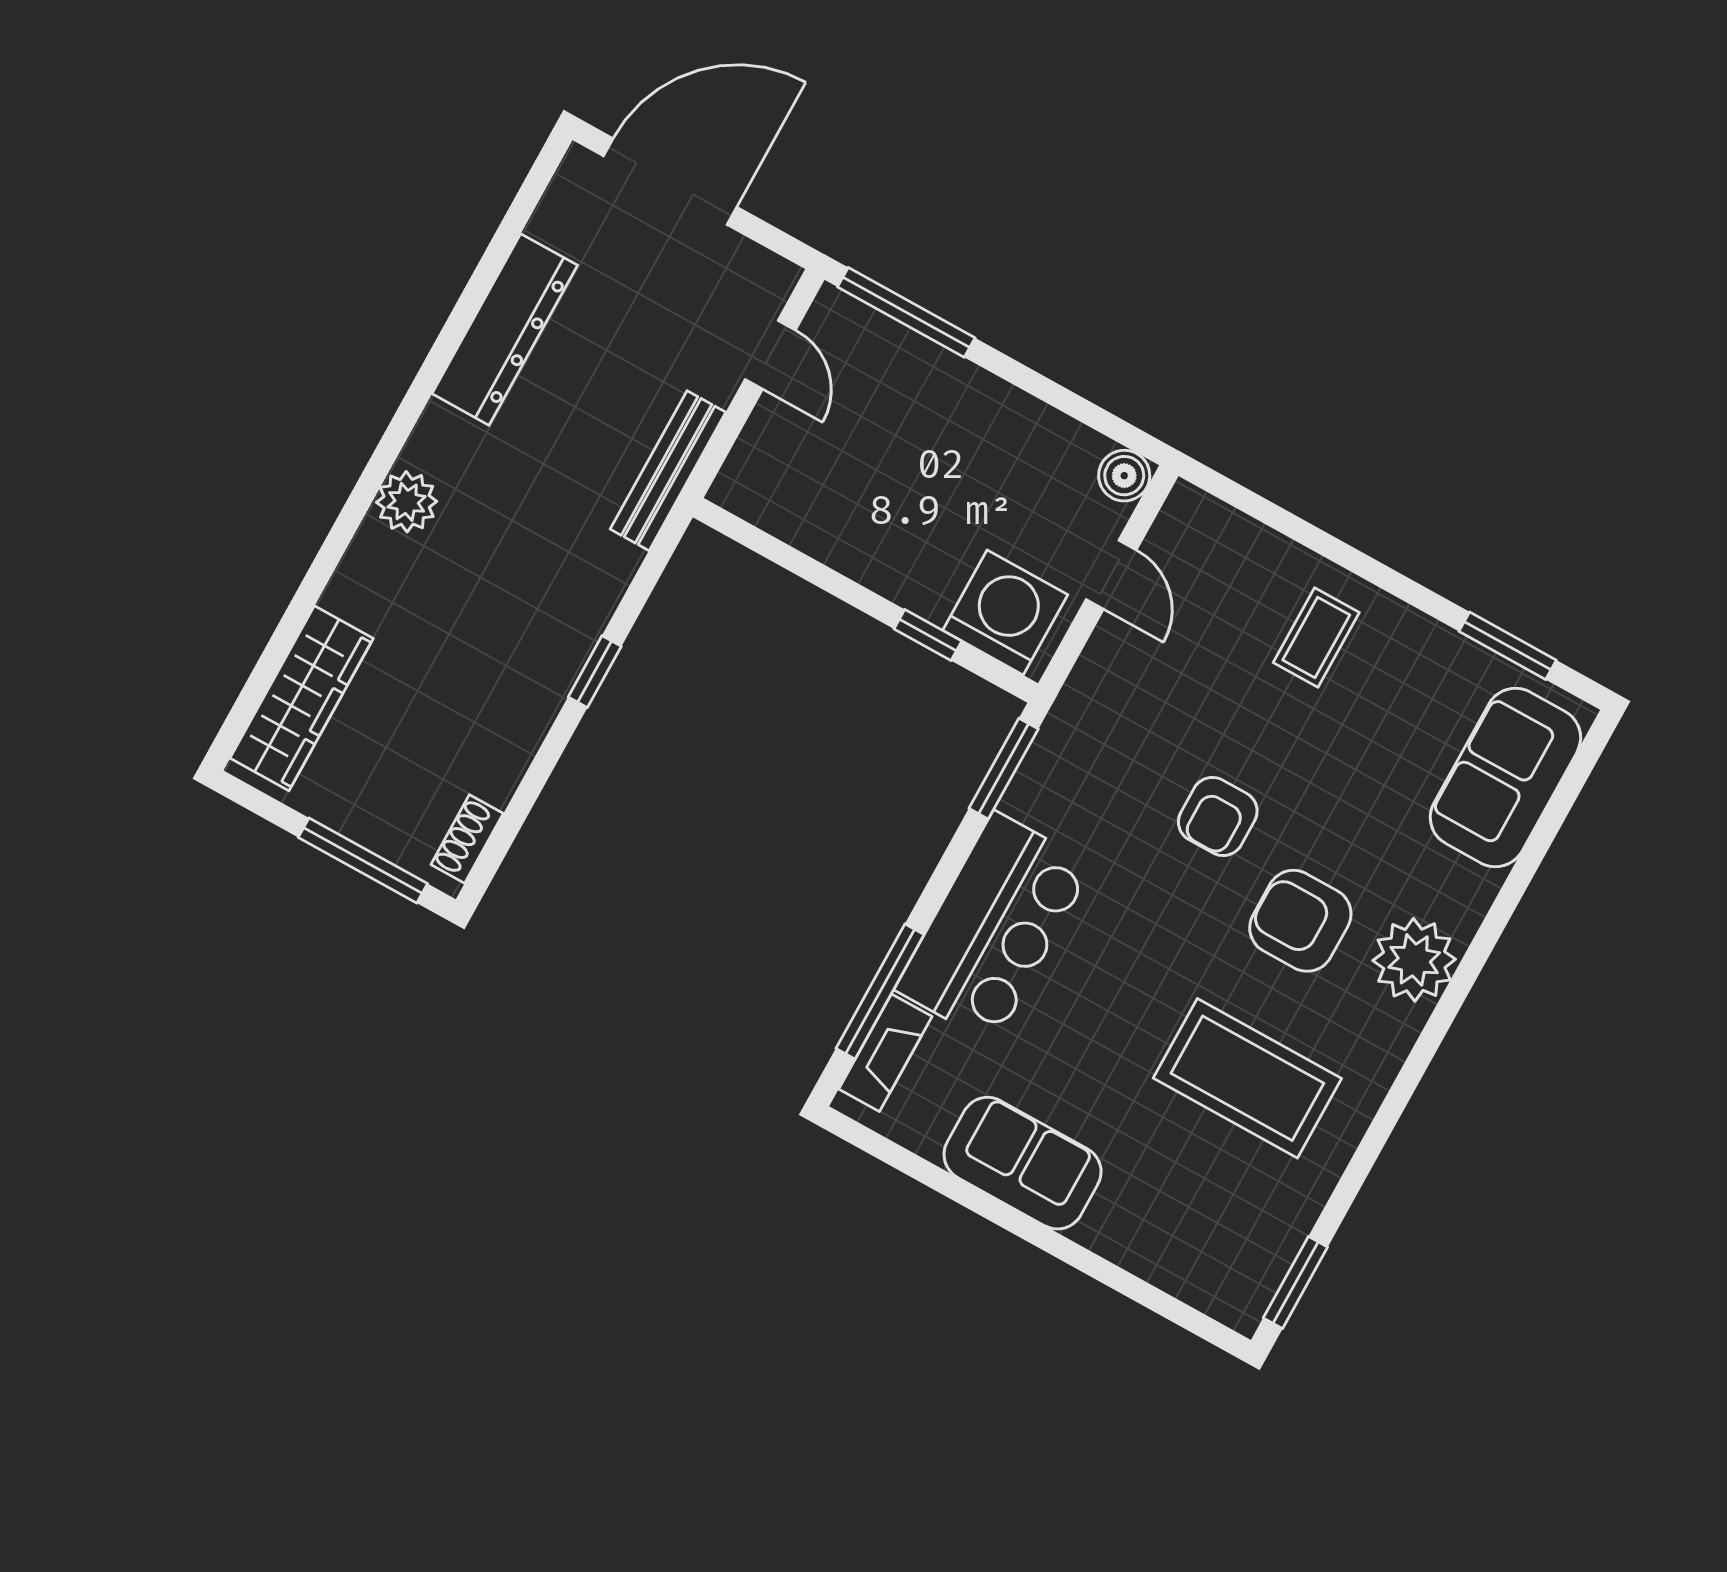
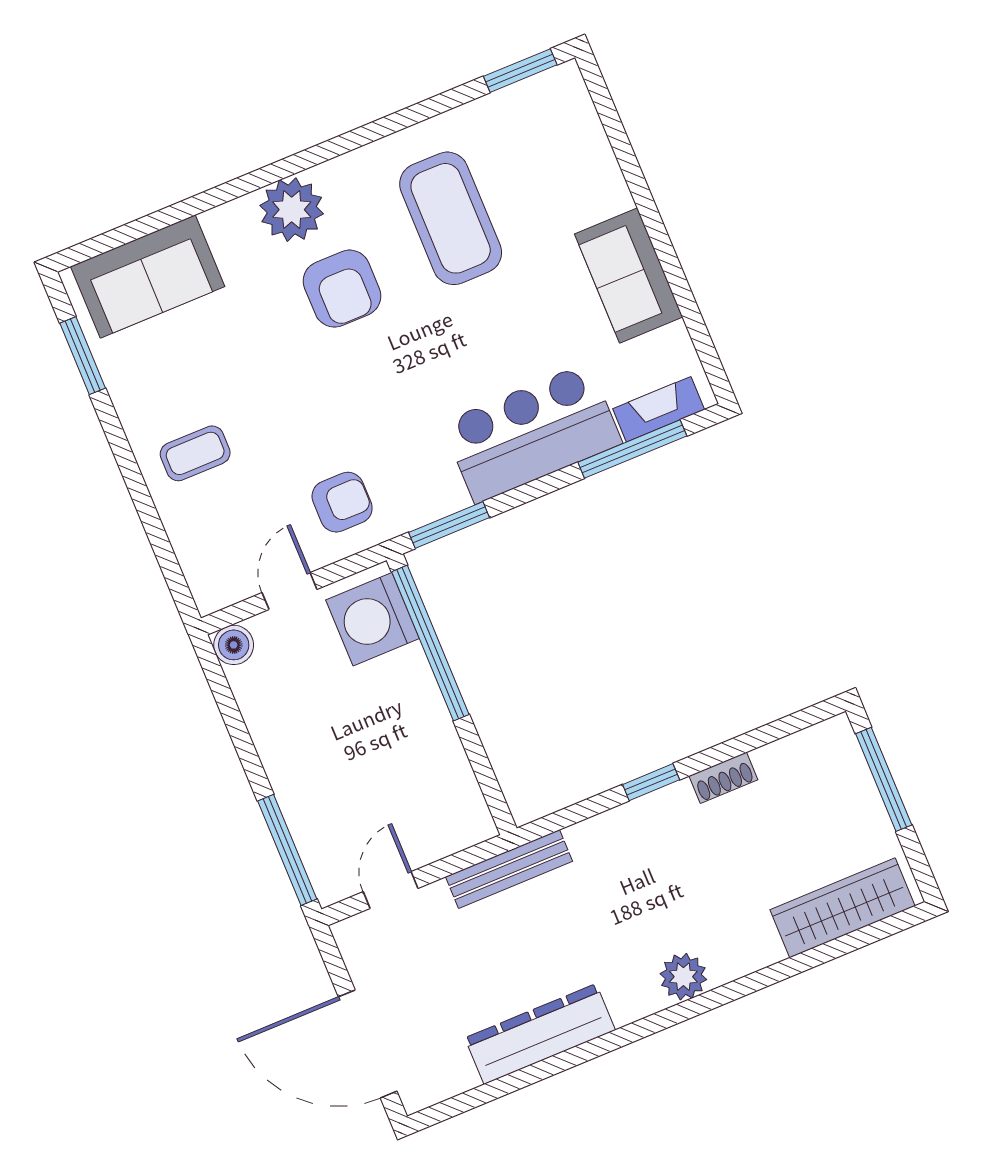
window: (928, 635) -> (430, 643), width x3.17
armchair: (1218, 816) -> (342, 502), moved
shoe rack: (467, 839) -> (723, 778), moved

